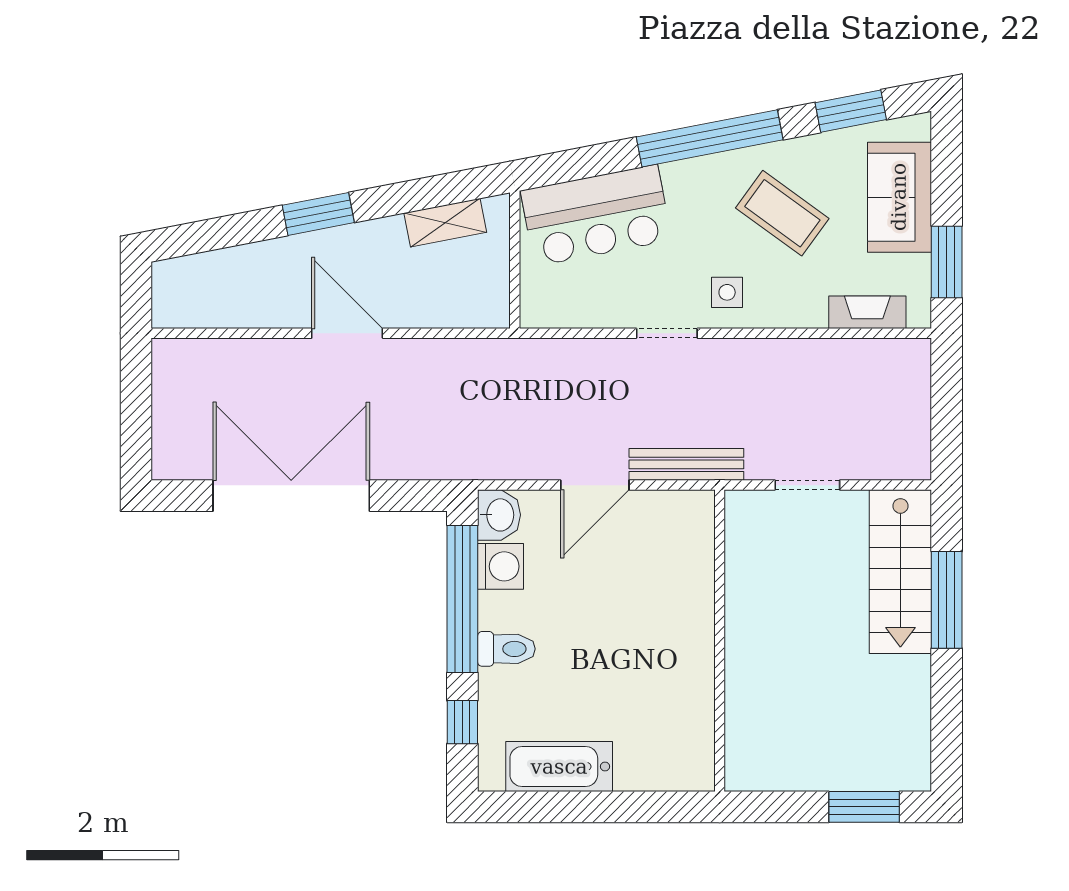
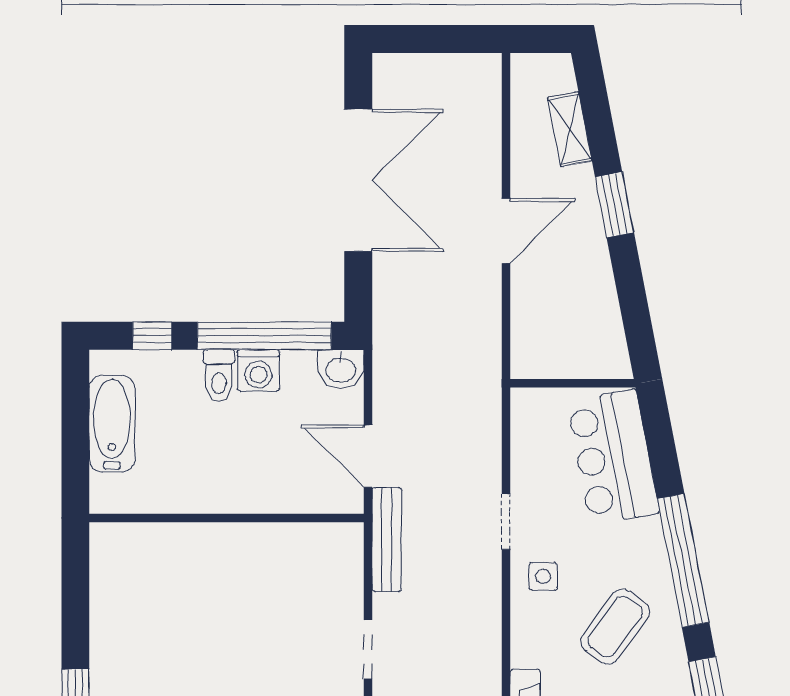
shelving: (445, 223) -> (570, 129), moved
washing machine: (501, 566) -> (258, 370), moved
wall: (720, 641) -> (226, 518), moved

